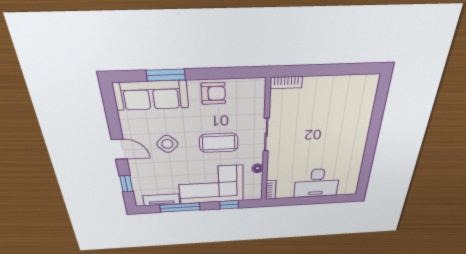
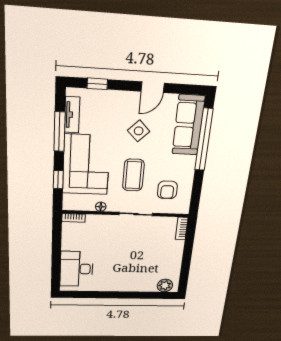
window: (166, 75) -> (204, 140), width x2.11
plant: (368, 91) -> (165, 286), added
armchair: (213, 93) -> (167, 190), moved
door: (119, 149) -> (153, 87), moved
desk: (317, 183) -> (76, 269), moved

